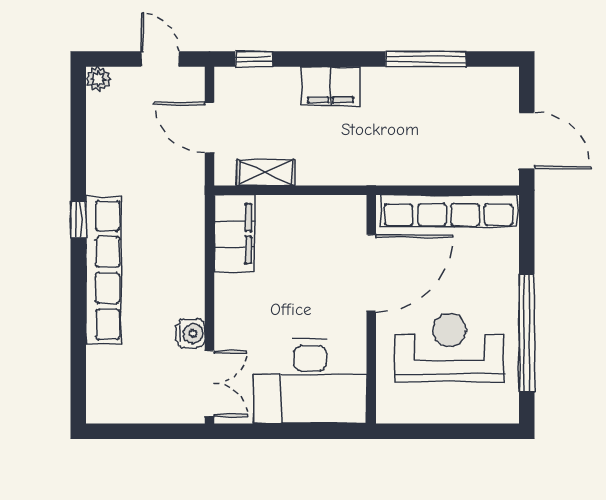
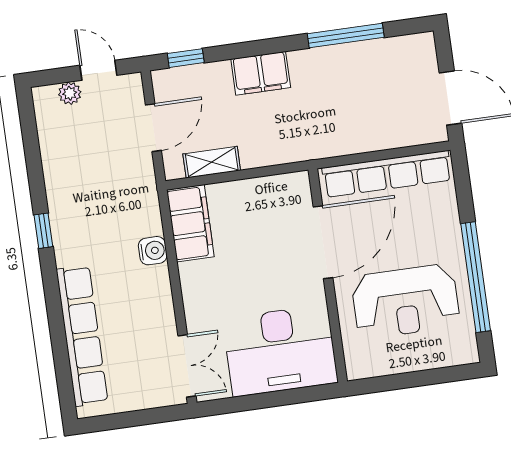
plant: (98, 79) -> (70, 93), moved
door: (210, 128) -> (153, 128), swing flipped
row of seats: (104, 270) -> (82, 336), moved
water cooler: (191, 333) -> (153, 251), moved
reception desk: (449, 348) -> (406, 301), turned 180

